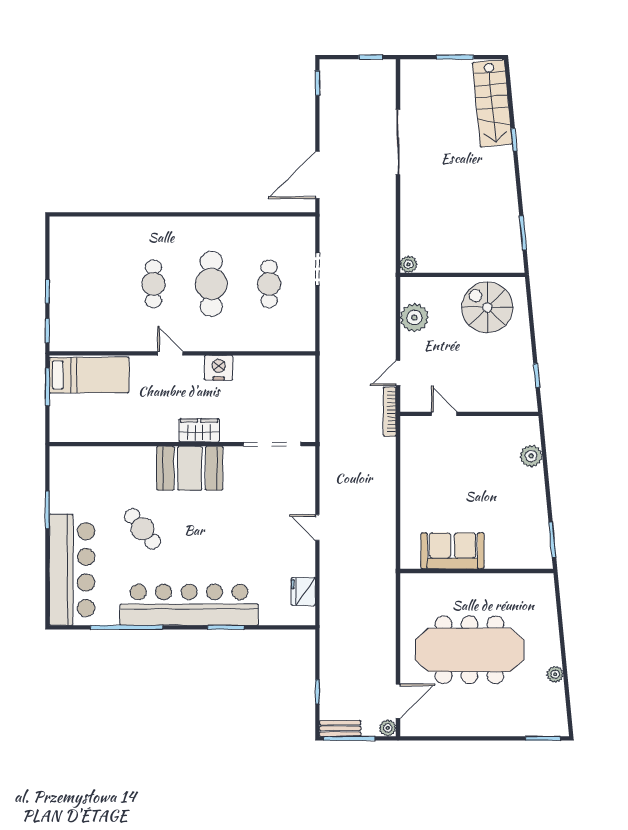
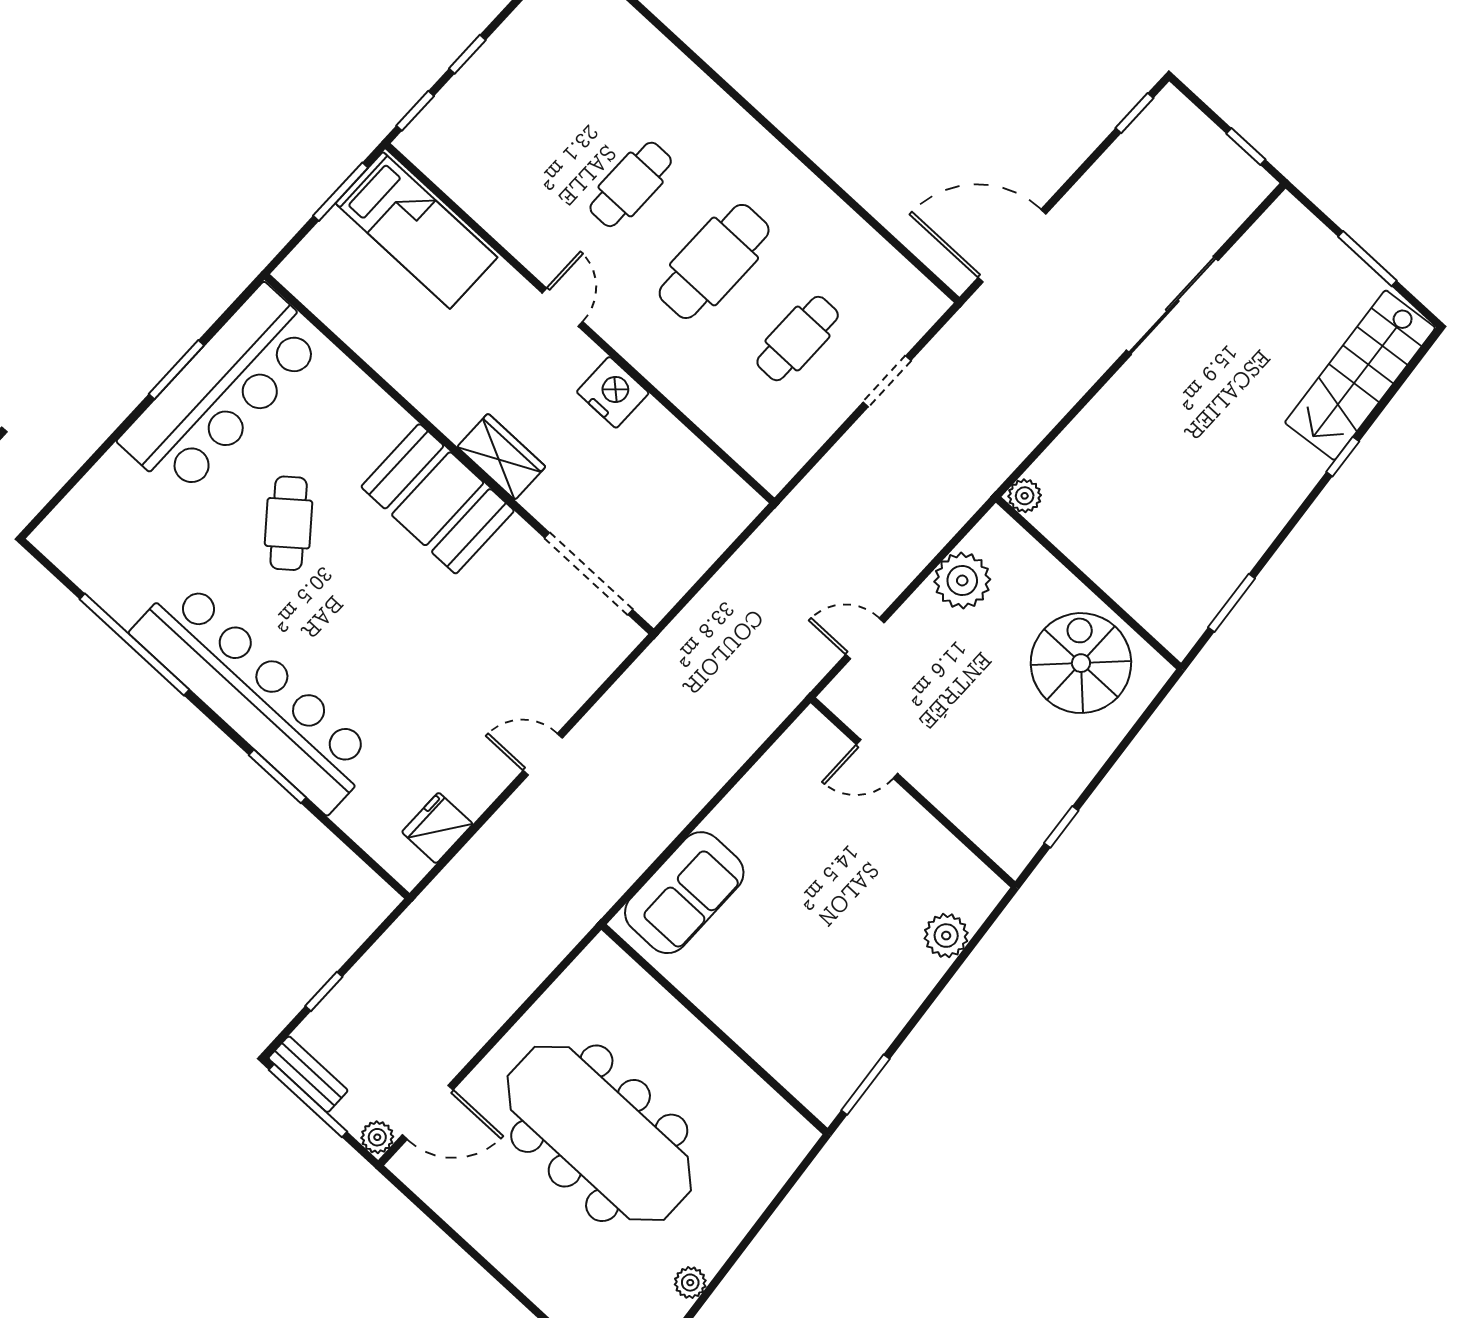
bookcase: (390, 412) -> (801, 684), removed
door: (444, 414) -> (877, 759), swing flipped
door: (317, 527) -> (543, 754), hinge flipped
sofa: (452, 551) -> (684, 893), moved, turned 90
bar counter: (72, 570) -> (222, 391), moved

